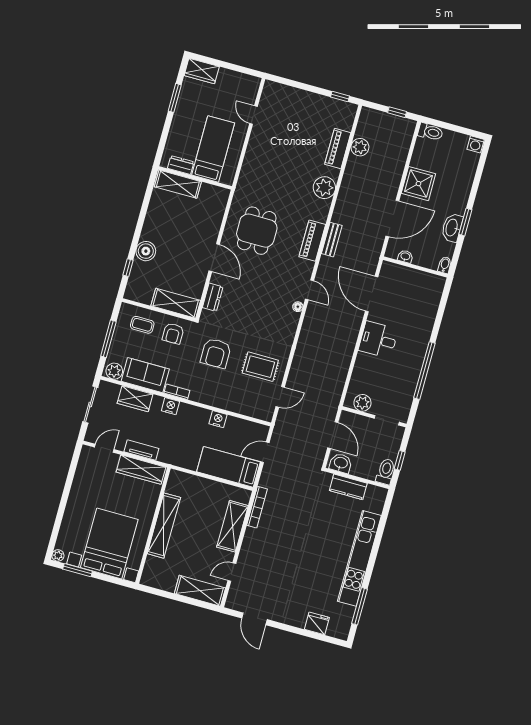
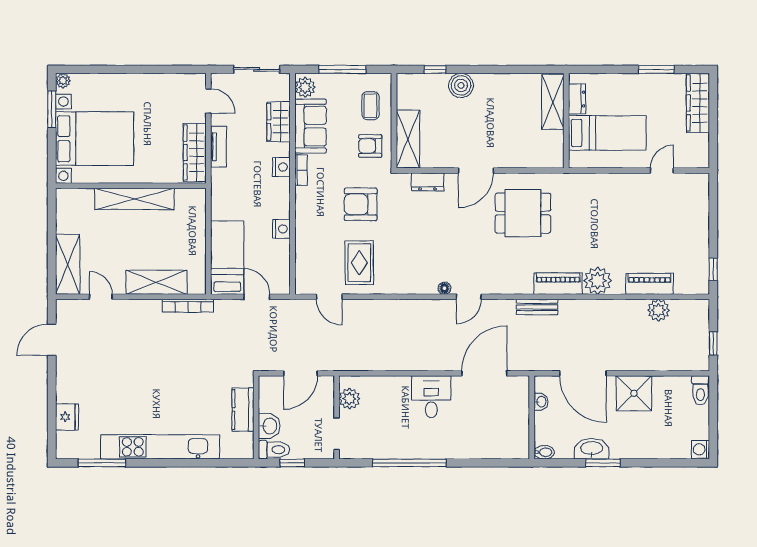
wardrobe: (202, 71) -> (698, 103), width x1.50
piano: (312, 241) -> (558, 284), moved
washbasin: (341, 463) -> (269, 426), moved

